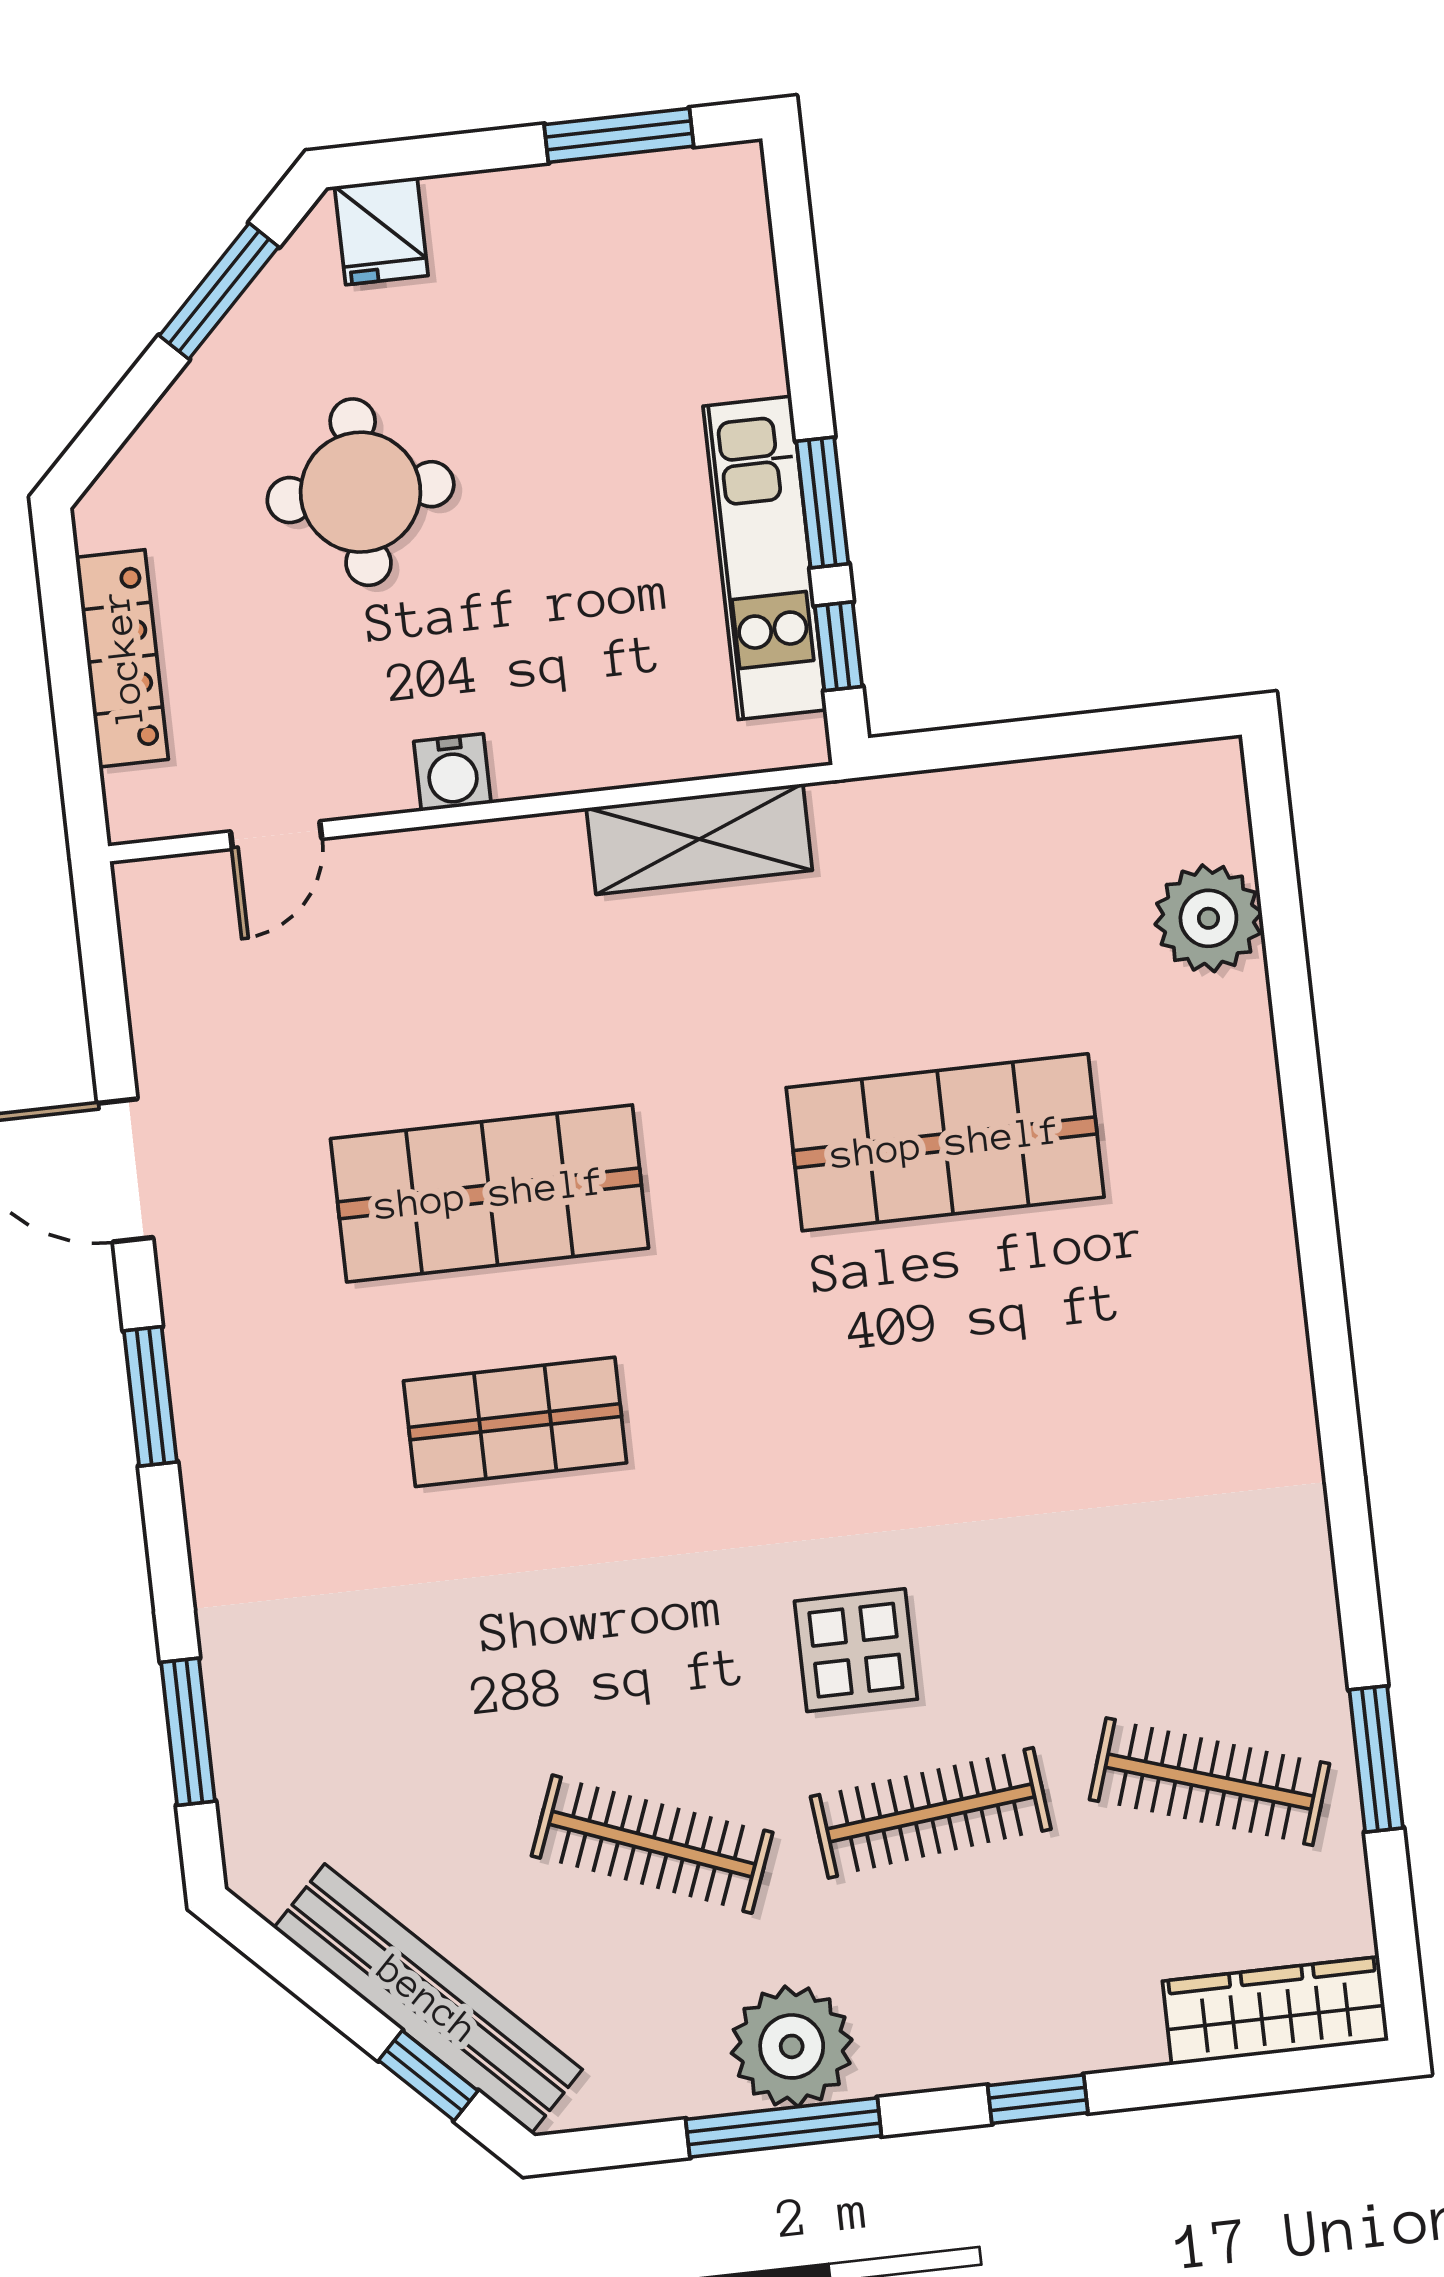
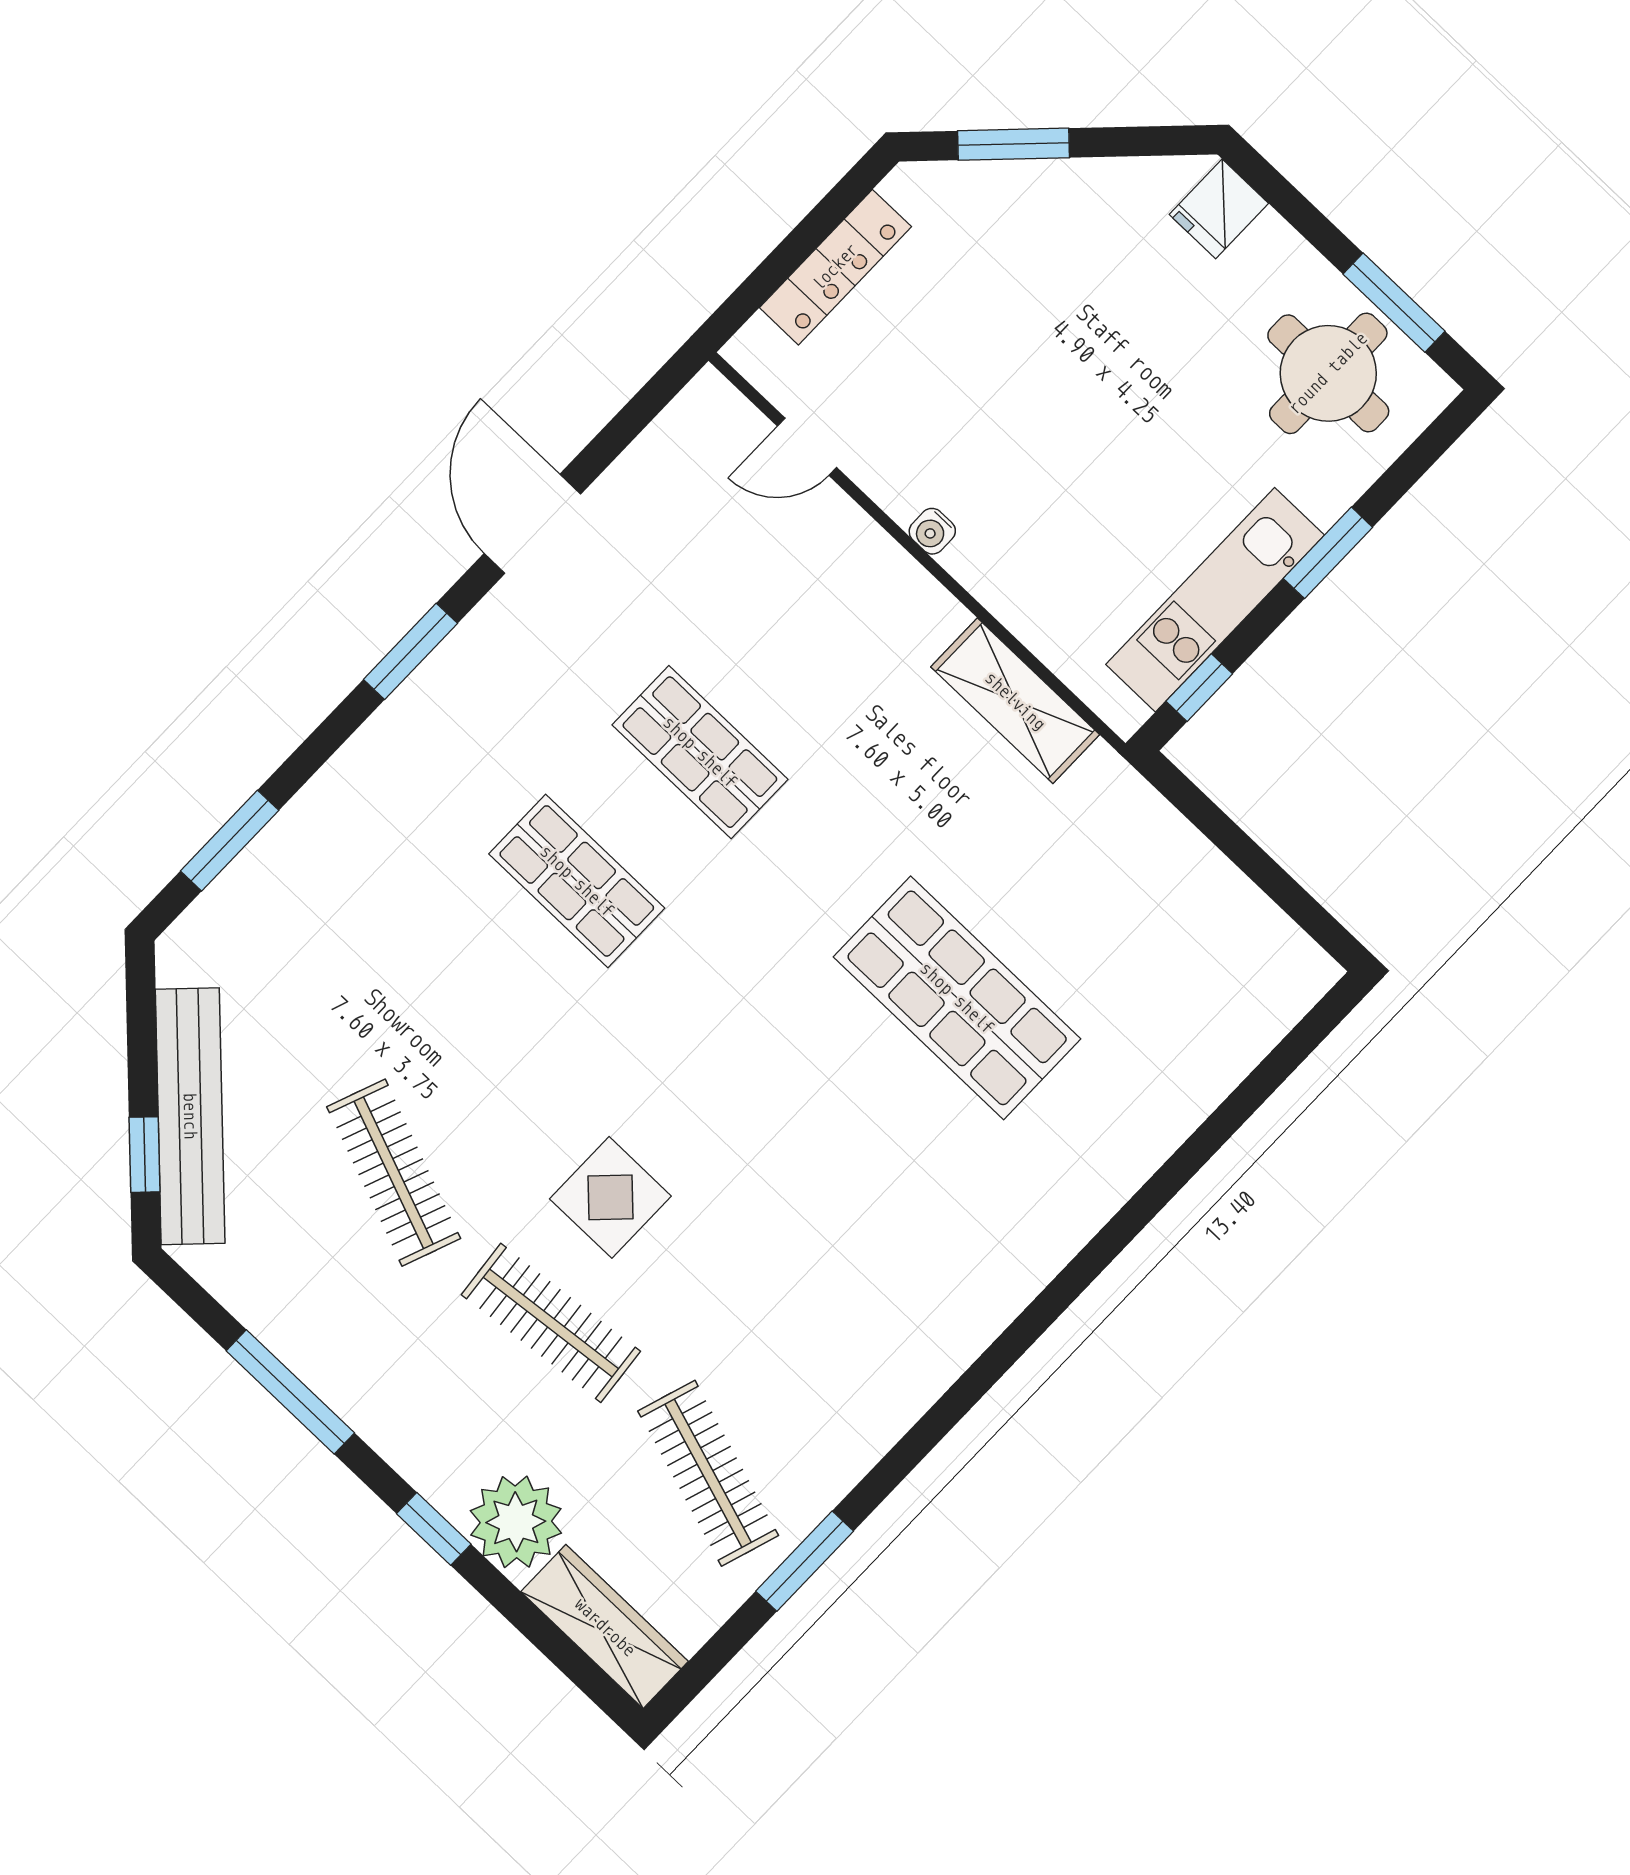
window: (219, 291) -> (1014, 144), moved
round table: (361, 492) -> (1328, 373), moved
window: (822, 502) -> (1328, 553), moved
water cooler: (452, 772) -> (932, 531), width x0.72, depth x0.72
plant: (1208, 918) -> (1221, 1043), removed
shop shelf: (489, 1193) -> (700, 752), width x0.70, depth x0.74
plant: (792, 2046) -> (516, 1522), moved

